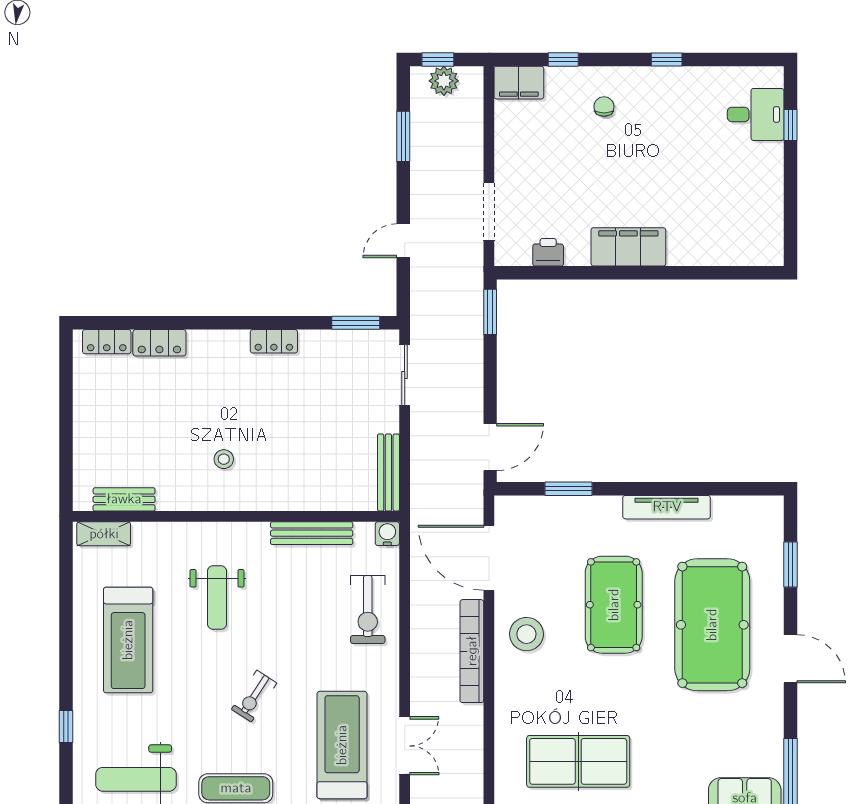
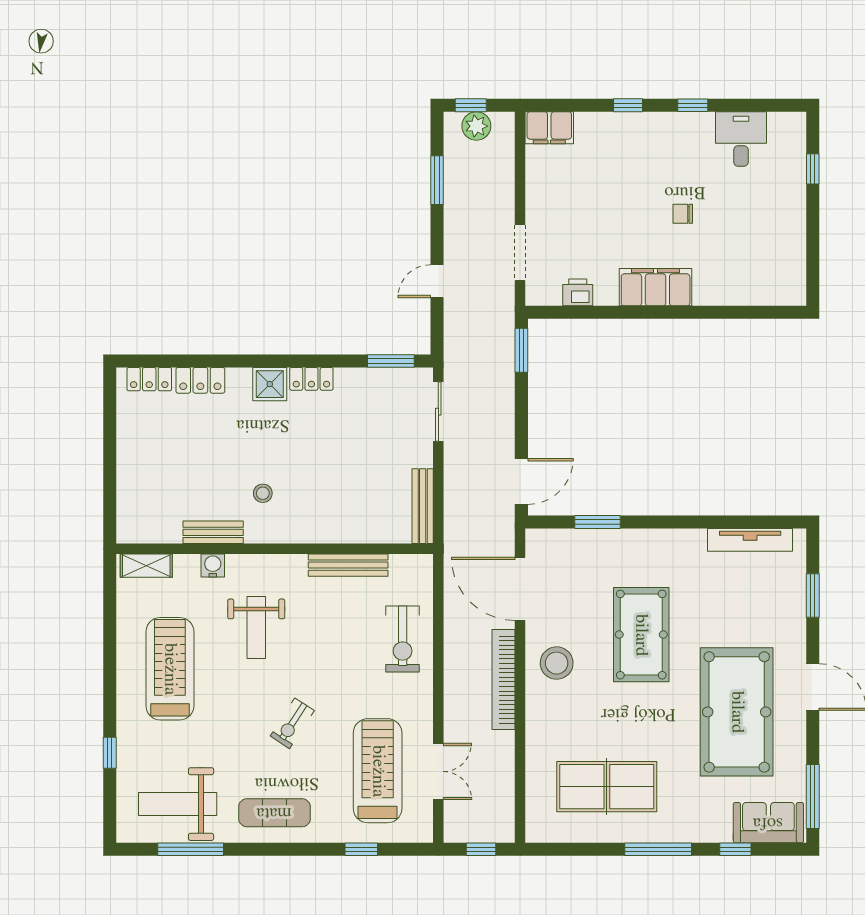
window: (563, 59) -> (628, 105), moved
chair: (604, 107) -> (683, 214), moved, turned -90
desk: (756, 114) -> (741, 139), moved, turned -90
shower: (231, 347) -> (270, 384), added
bench: (124, 499) -> (213, 532), moved
tv unit: (667, 507) -> (750, 540), moved
water cooler: (387, 534) -> (213, 566), moved
pool table: (712, 625) -> (737, 712), moved
treadmill: (128, 640) -> (170, 669), turned 180

